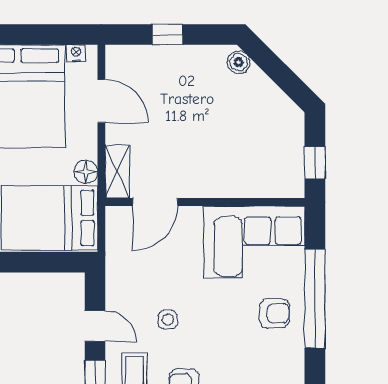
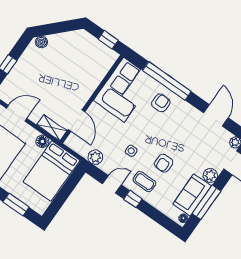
plant: (119, 271) -> (95, 157), added

